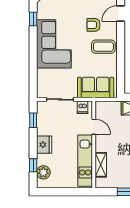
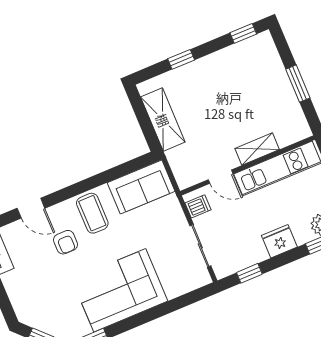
sofa: (96, 88) -> (141, 187), moved, turned -90
door: (94, 127) -> (221, 177), swing flipped
shelving: (101, 165) -> (257, 149), moved

